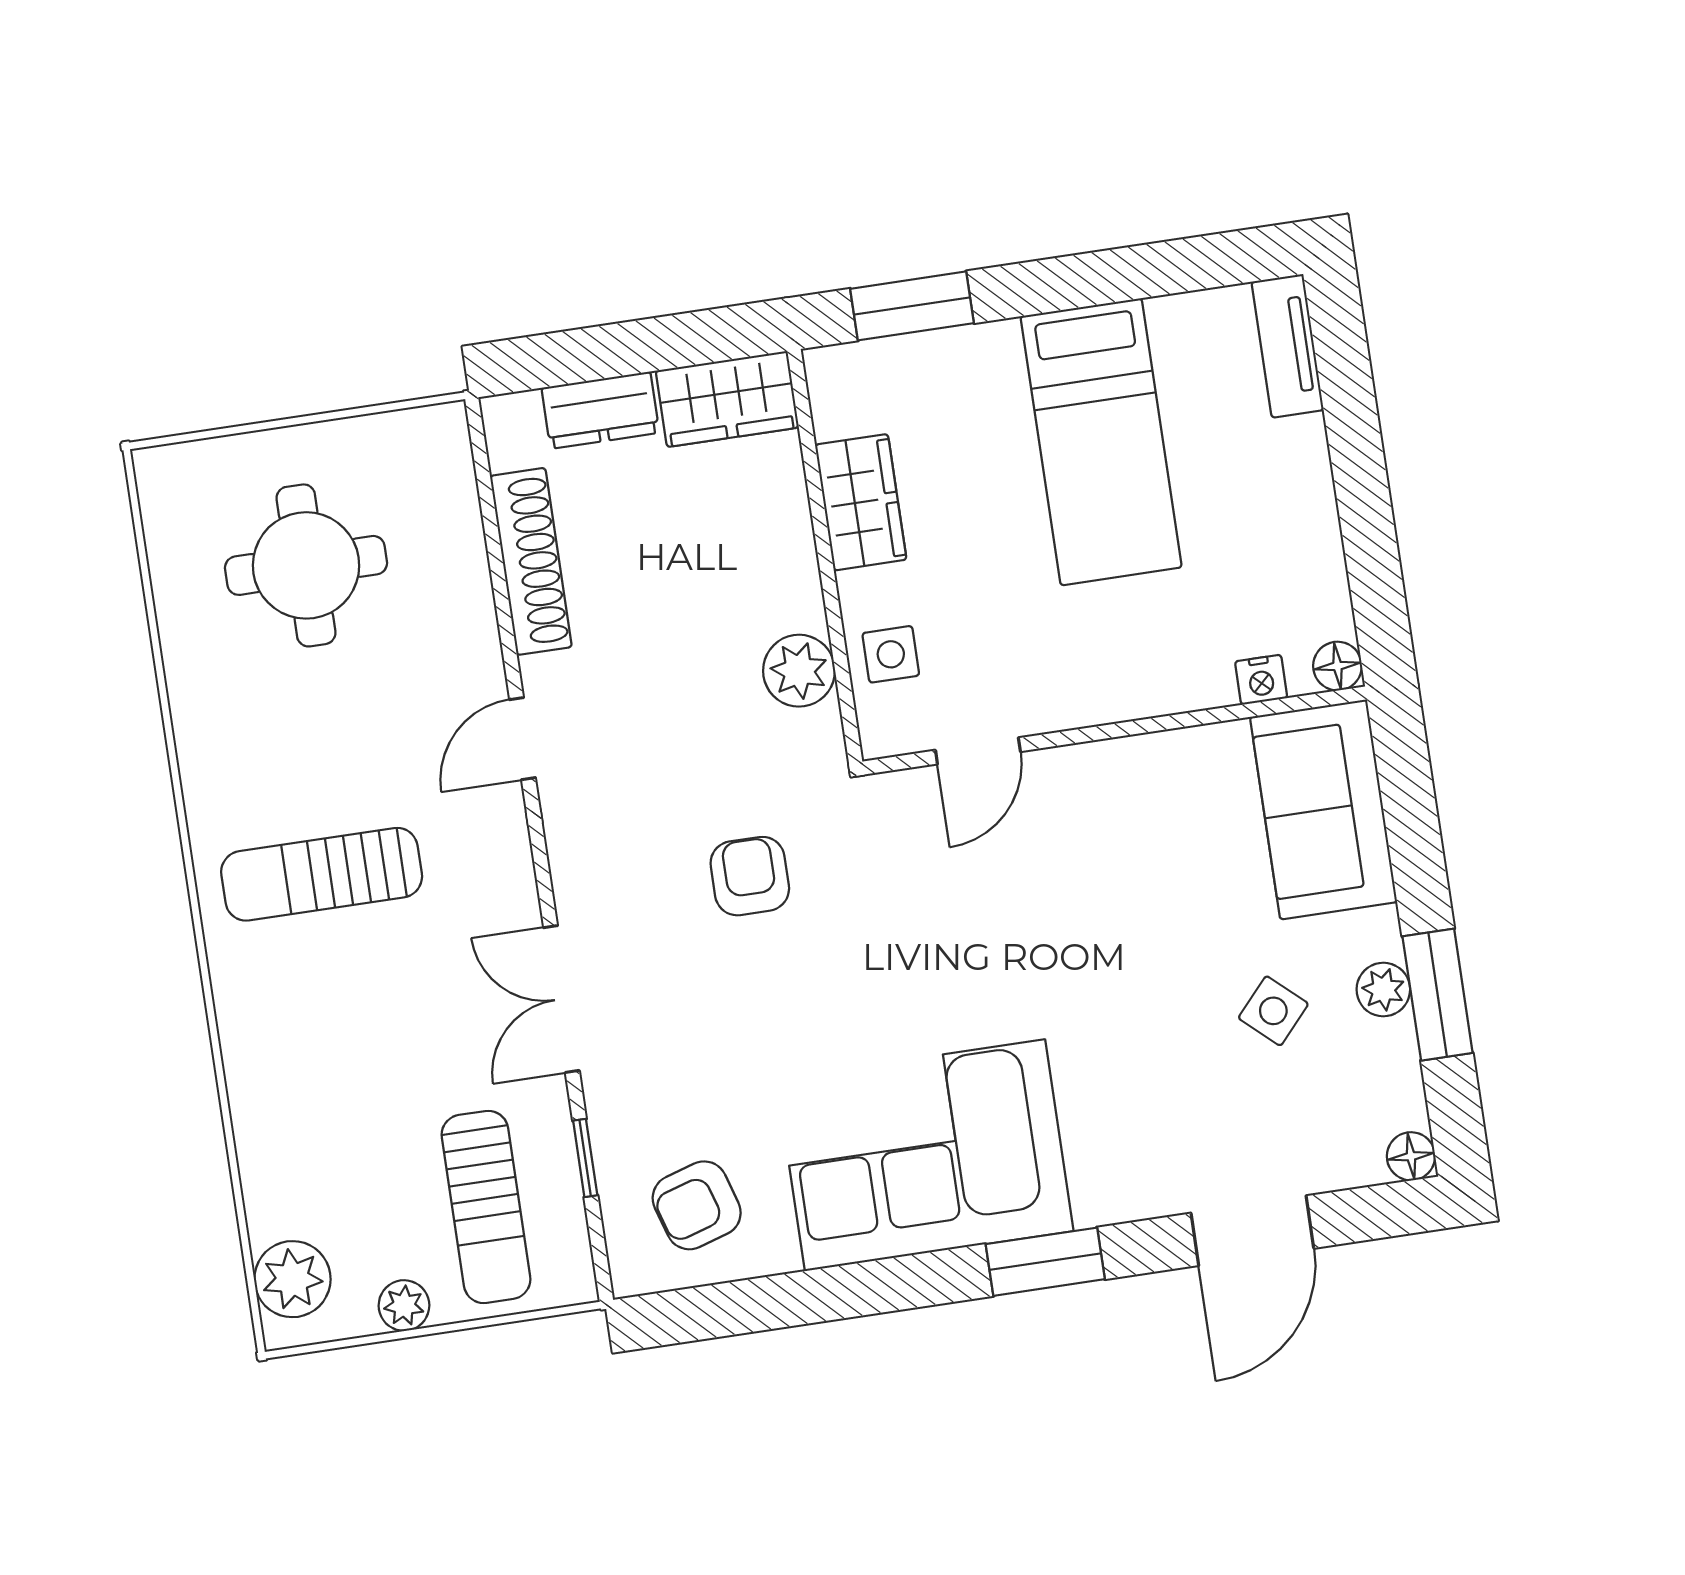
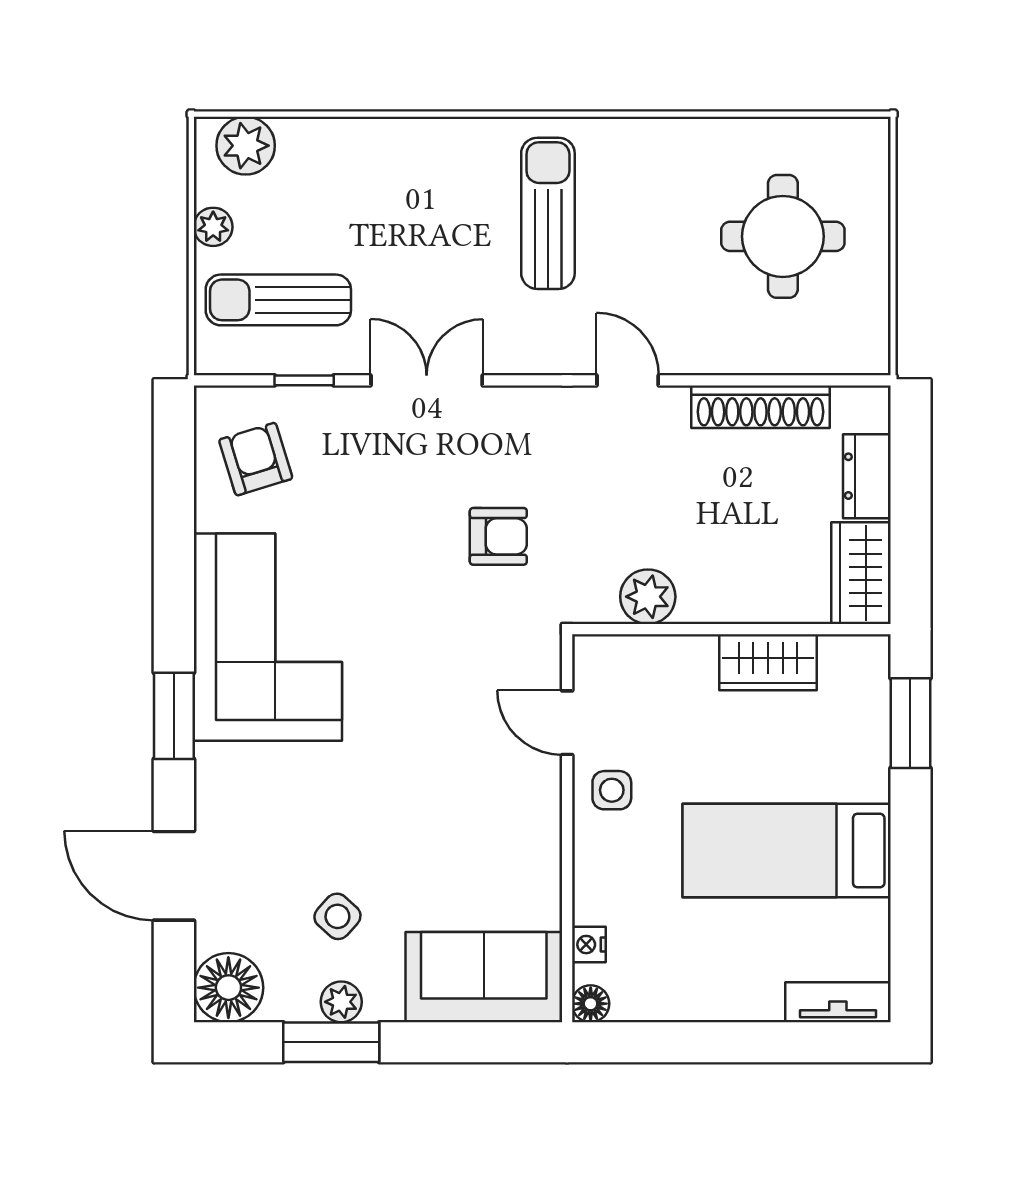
side table: (891, 654) -> (612, 790), moved
floor lamp: (1411, 1156) -> (228, 988), width x1.89, depth x1.89

